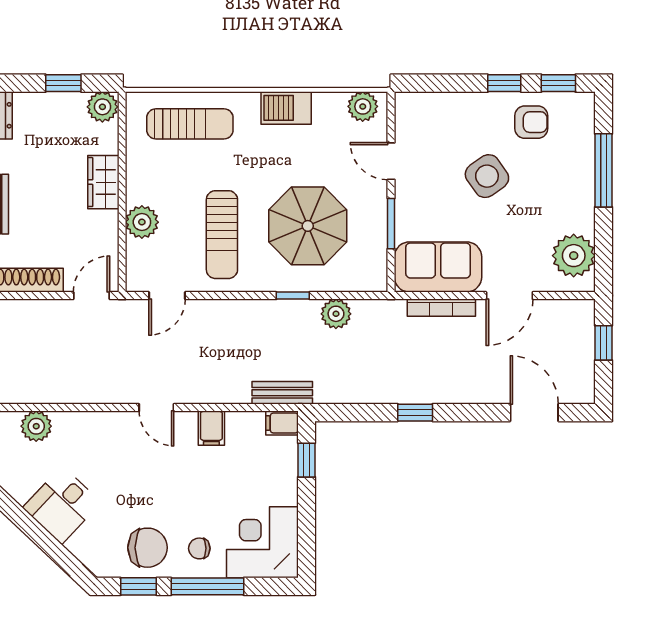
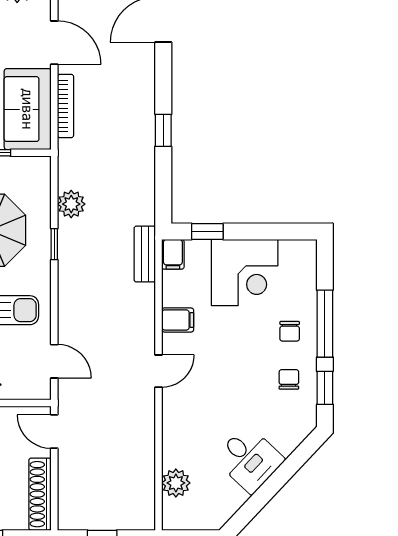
corner desk: (262, 542) -> (245, 272), moved, turned -90
chair: (148, 548) -> (289, 379), width x0.54, depth x0.54

